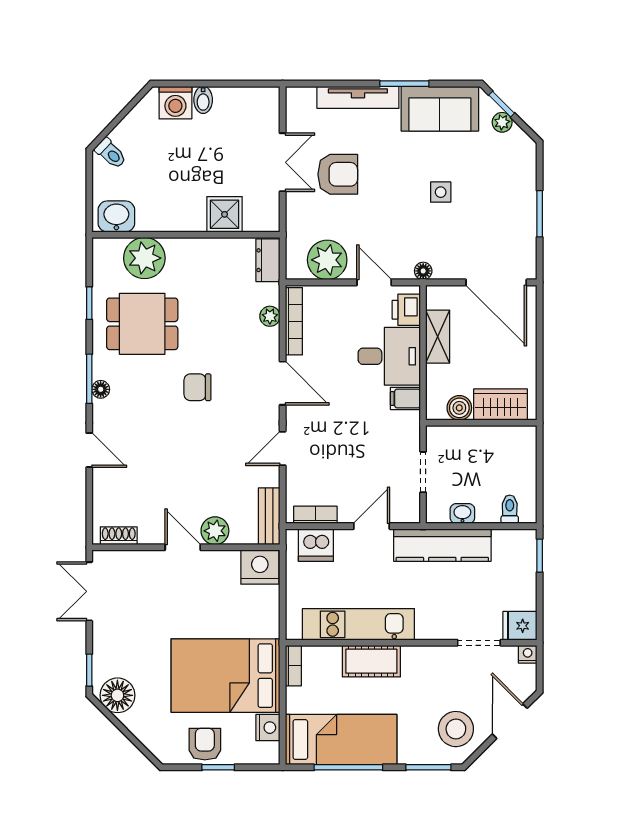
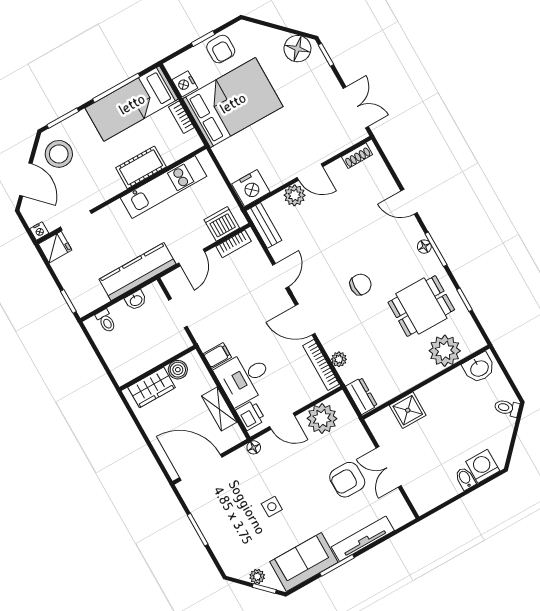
bookcase: (293, 666) -> (181, 117), moved

